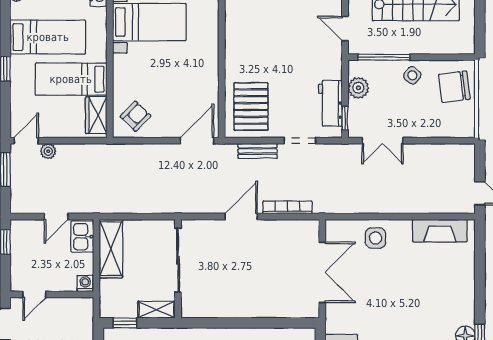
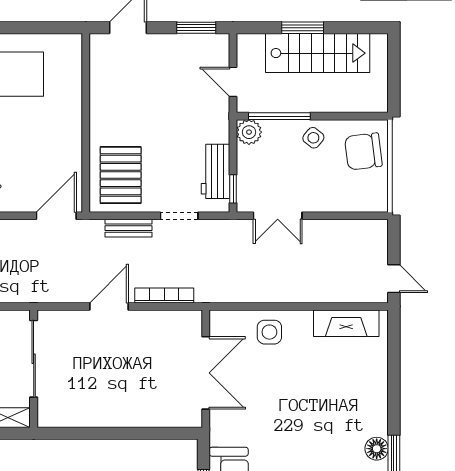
plant: (358, 88) -> (249, 132), moved

